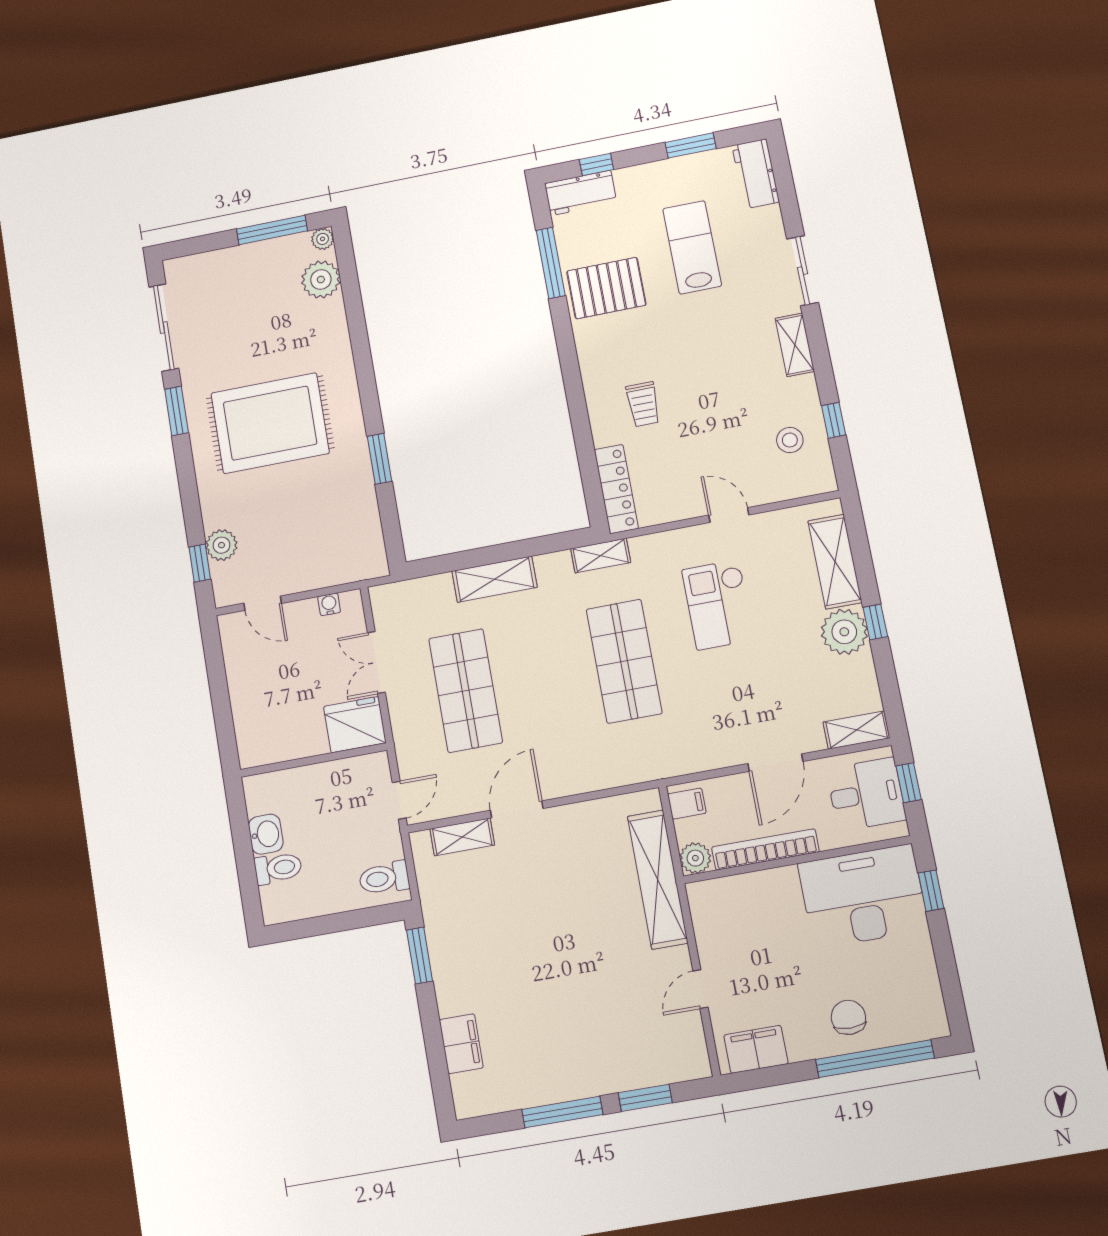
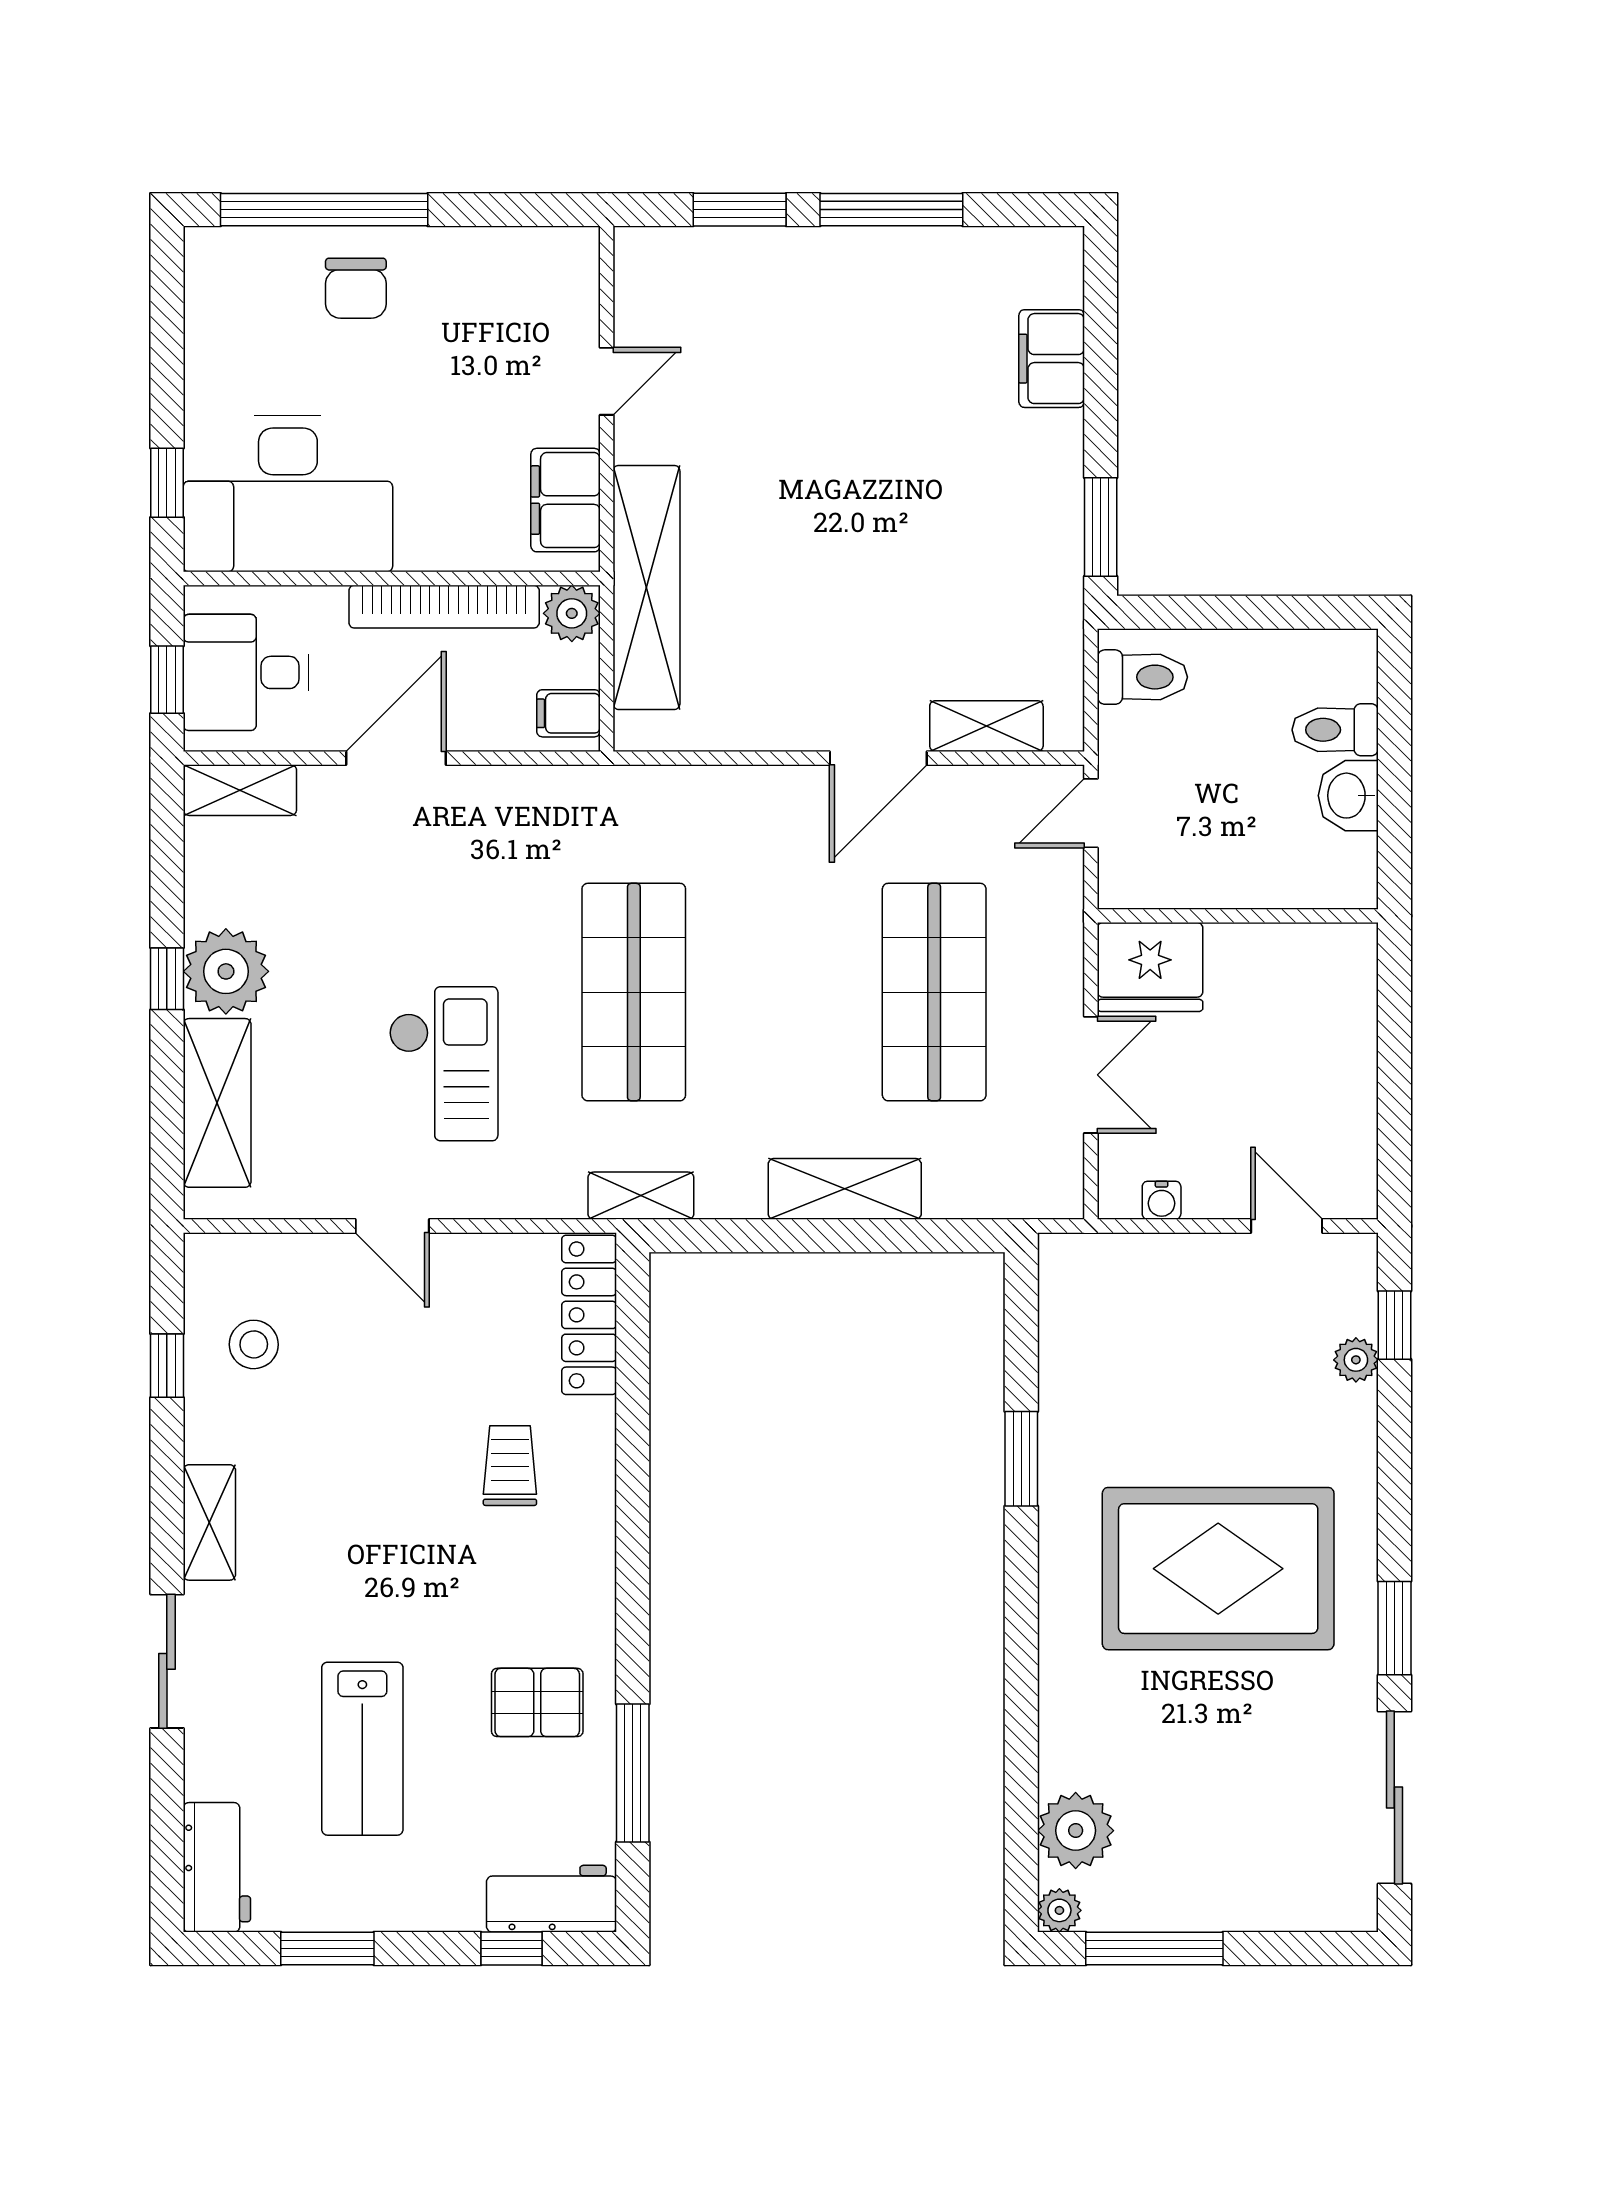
pallet: (606, 288) -> (537, 1702), width x0.67, depth x0.71
plant: (221, 545) -> (1356, 1360), width x0.73, depth x0.73
filing cabinet: (756, 1049) -> (566, 500), moved, turned 90

